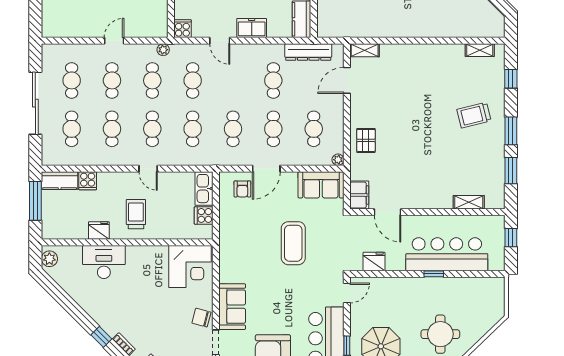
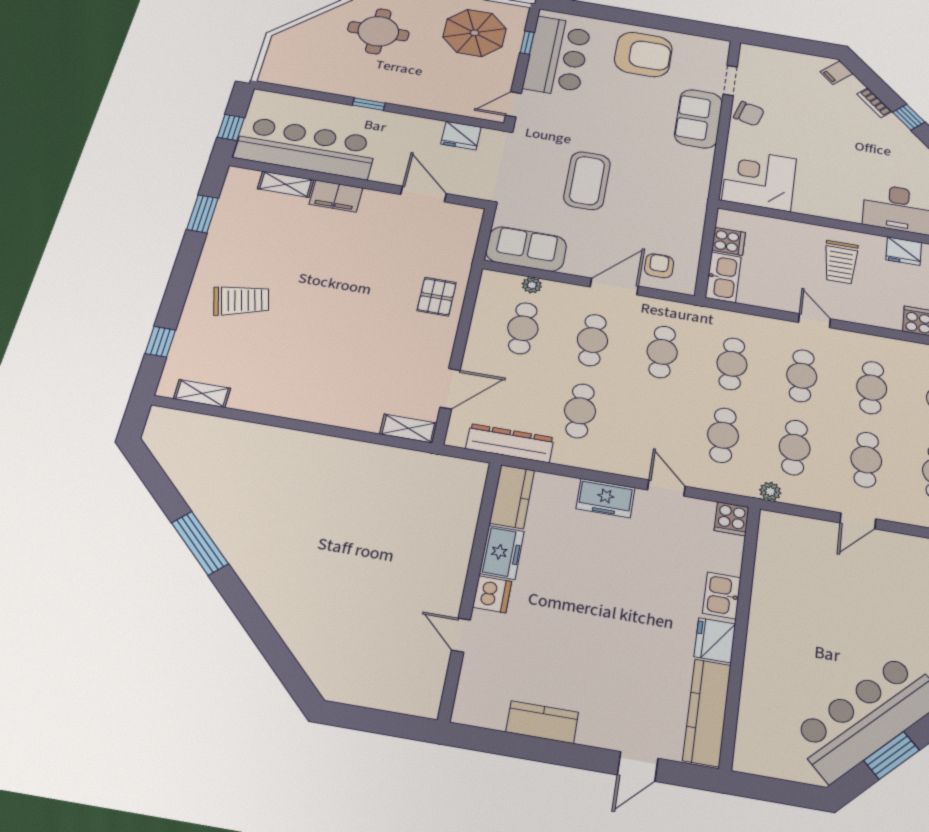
window: (511, 131) -> (185, 268), removed
plant: (338, 160) -> (532, 285), moved
filing cabinet: (359, 195) -> (336, 196), moved, turned -90
bar counter: (447, 254) -> (306, 148), moved, turned 180

